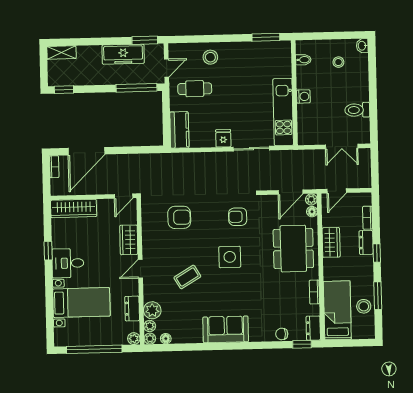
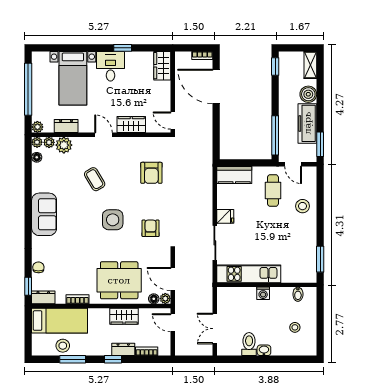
washbasin: (362, 46) -> (264, 350), moved
boiler: (92, 54) -> (308, 94), added
wardrobe: (74, 208) -> (162, 66), width x0.67

